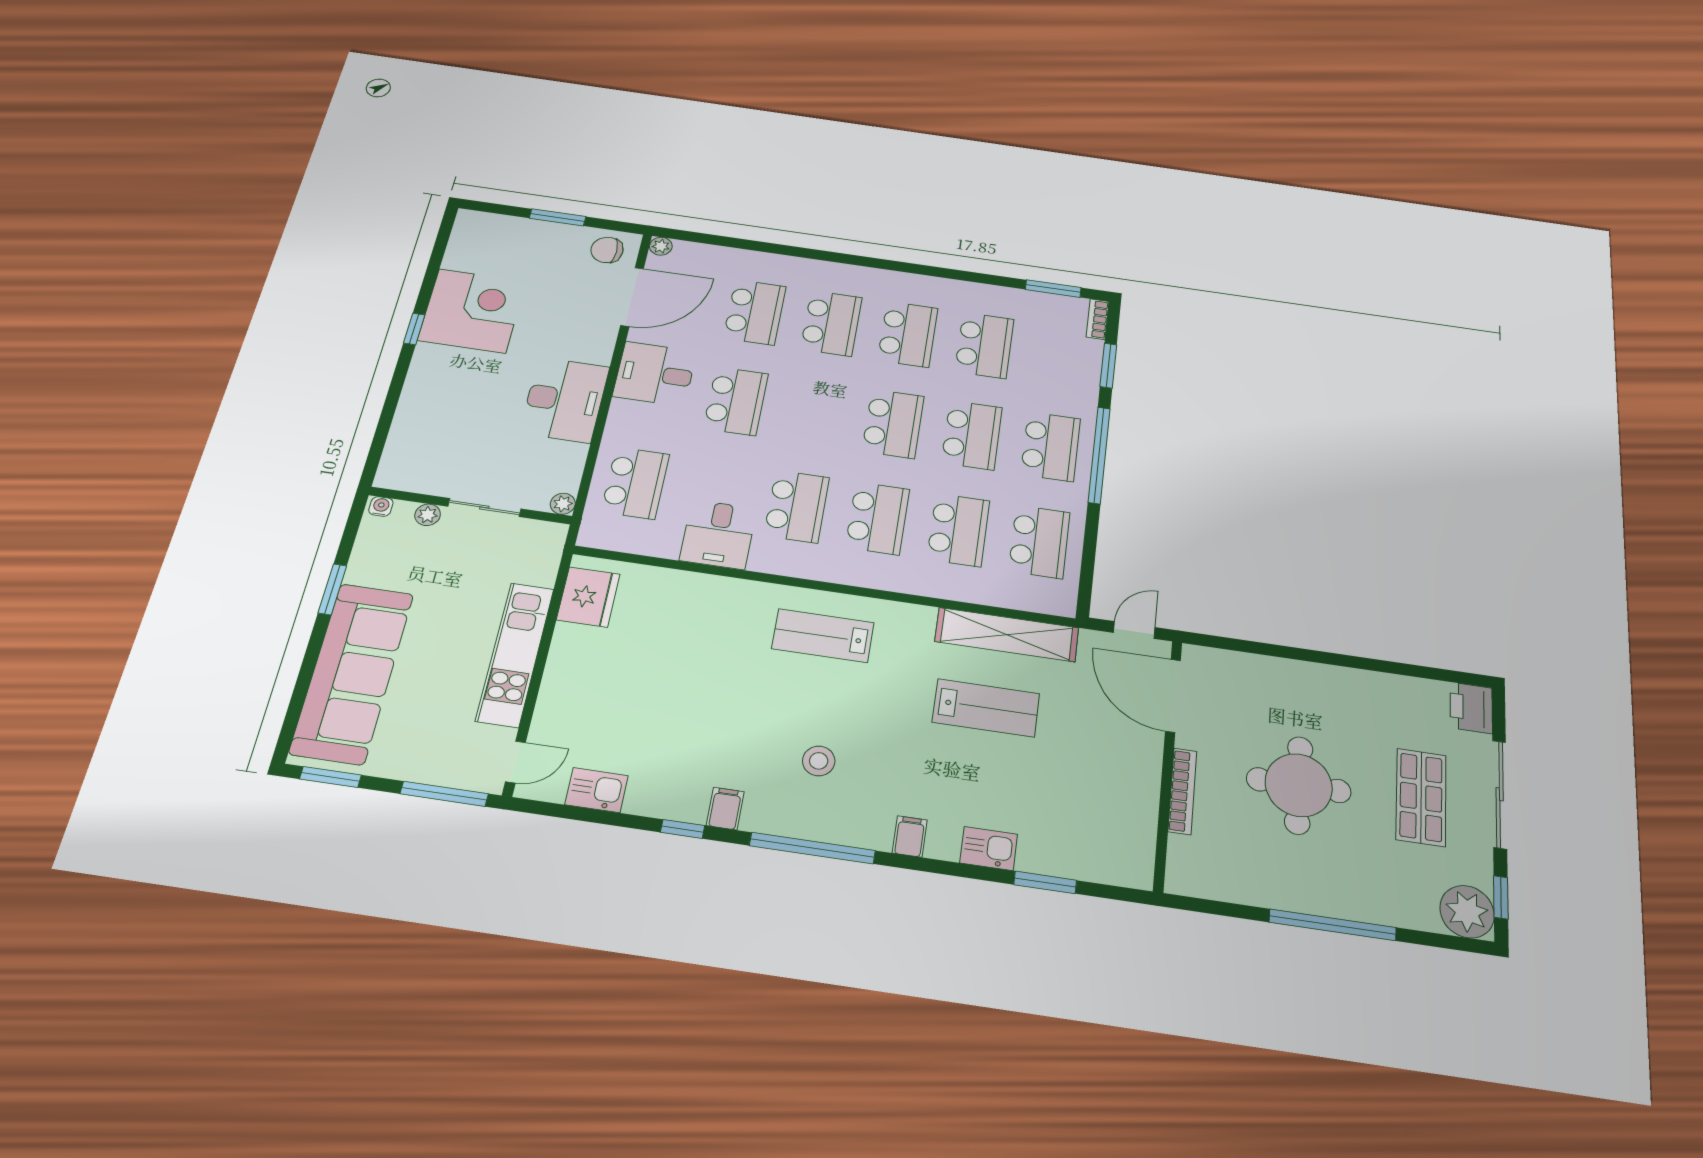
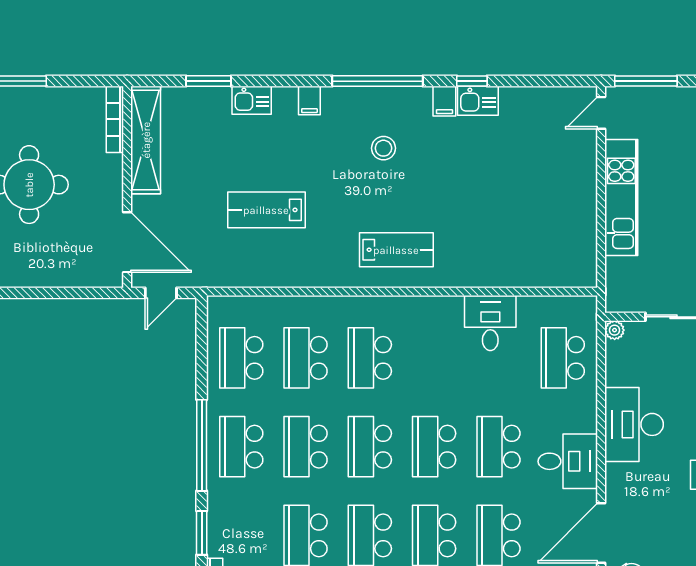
school desk: (797, 506) -> (434, 447), moved
fridge: (588, 597) -> (578, 253), removed
shelving: (1007, 635) -> (146, 140), moved, turned 90
kitchen sink: (597, 790) -> (478, 101), moved
bookcase: (1182, 791) -> (115, 119), moved

